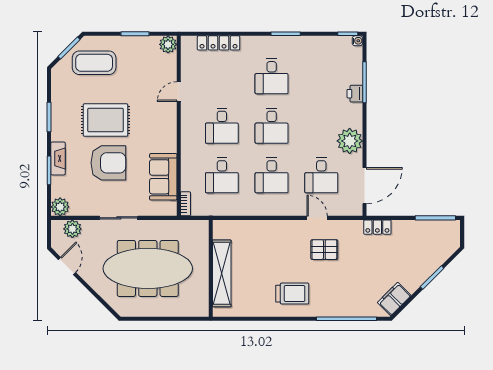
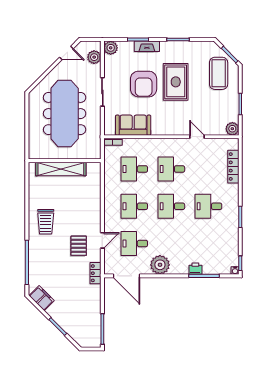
locker: (377, 227) -> (96, 273), moved

